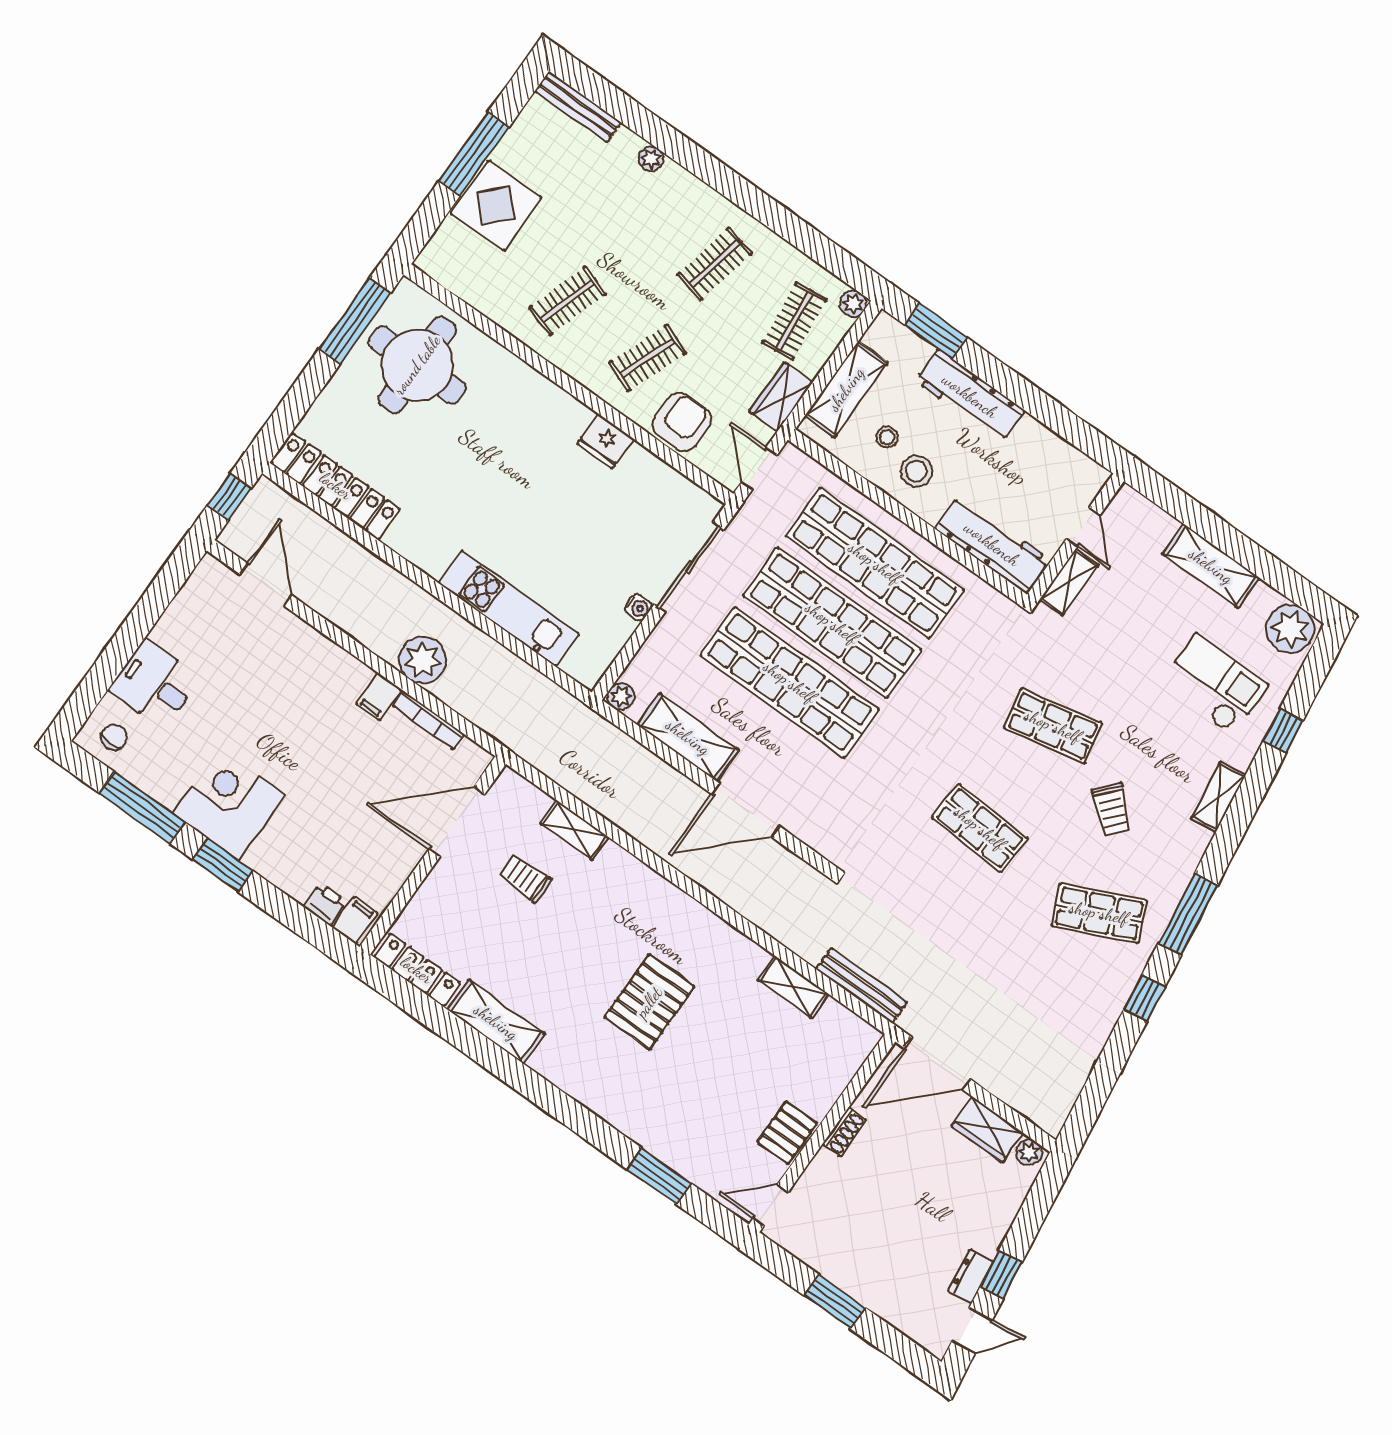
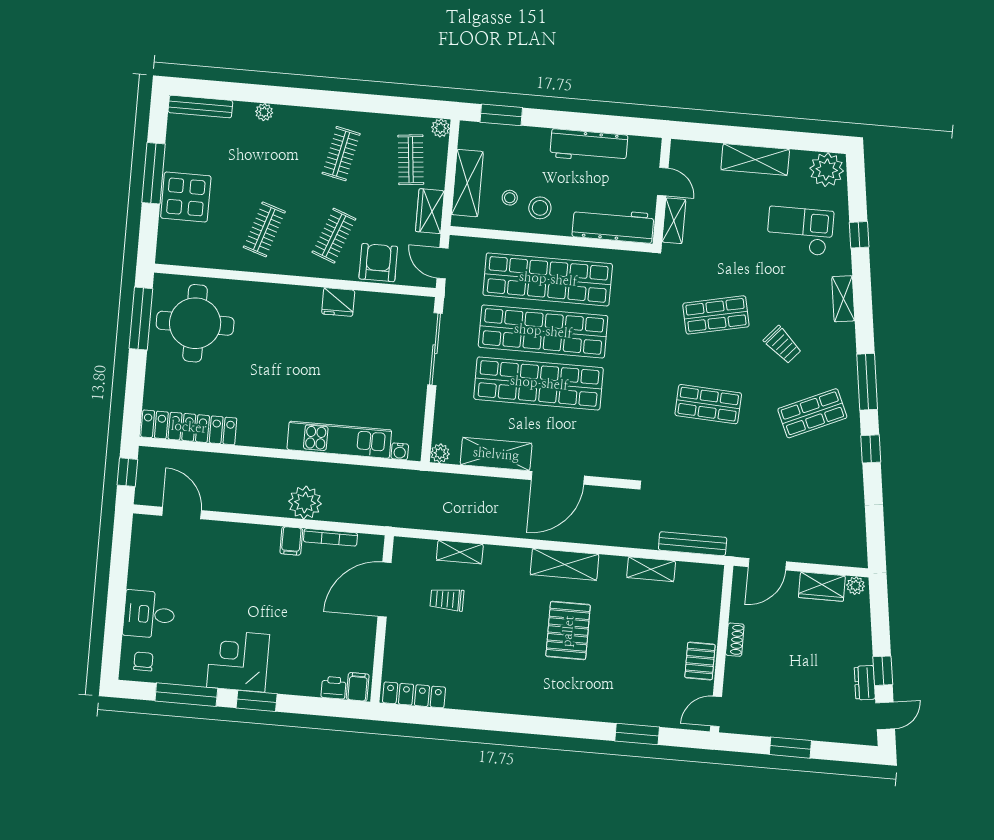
workbench: (970, 396) -> (589, 146), moved
water cooler: (638, 607) -> (400, 451), moved, turned 90
shelving: (496, 1022) -> (565, 564), moved
door: (937, 1064) -> (767, 564), width x0.73

